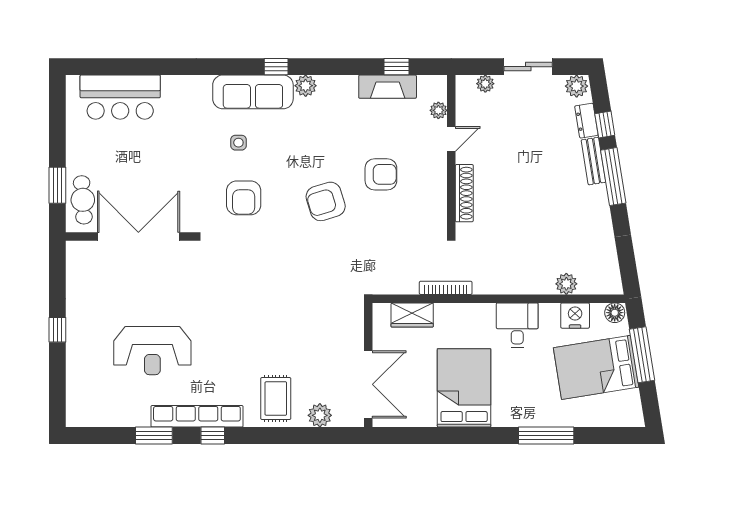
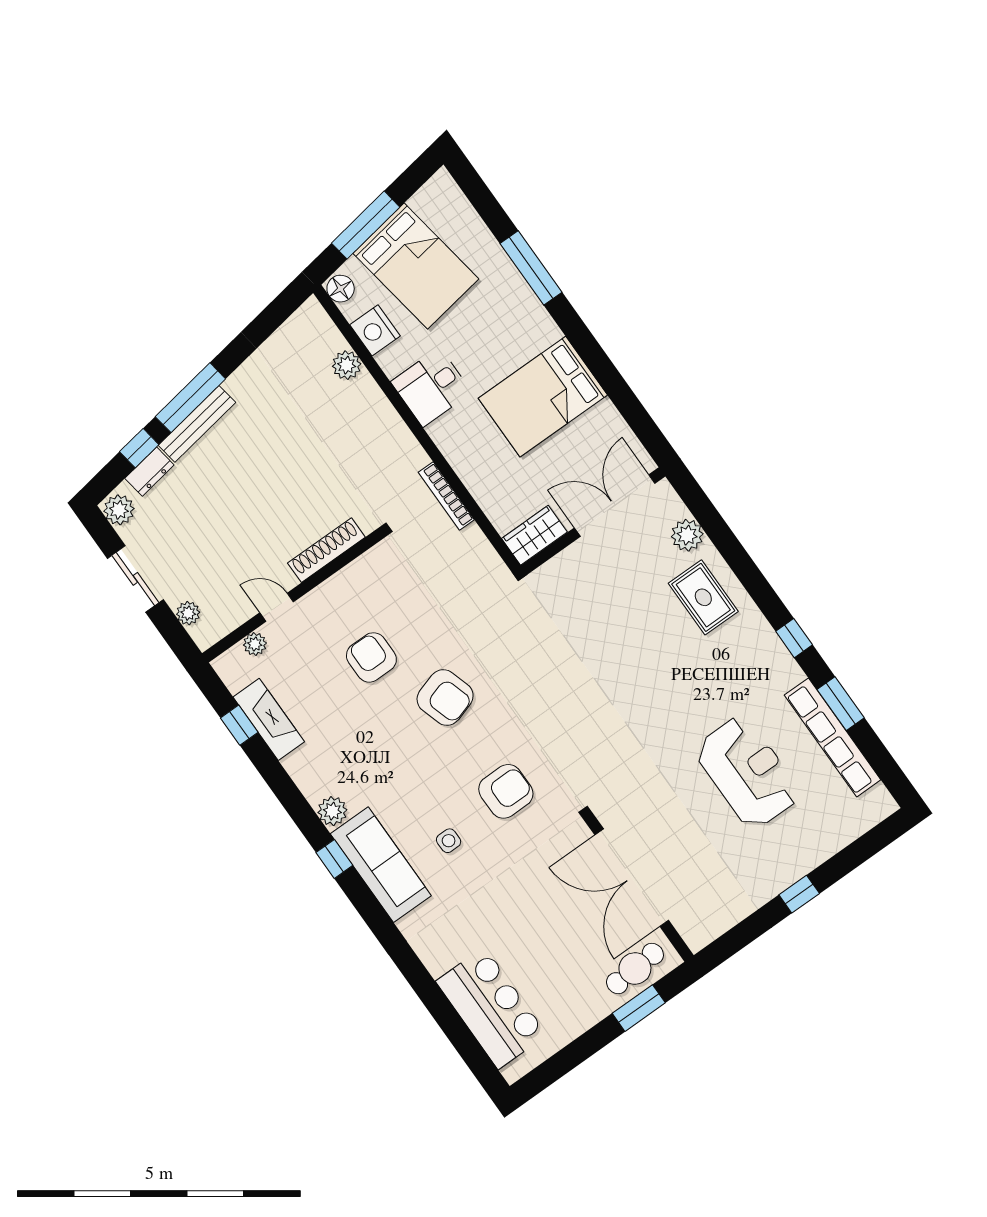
bench: (593, 161) -> (197, 424), width x1.36
wardrobe: (412, 315) -> (534, 535), moved, turned -90
rug: (276, 399) -> (703, 597), turned 90
row of seats: (197, 416) -> (833, 737), moved

